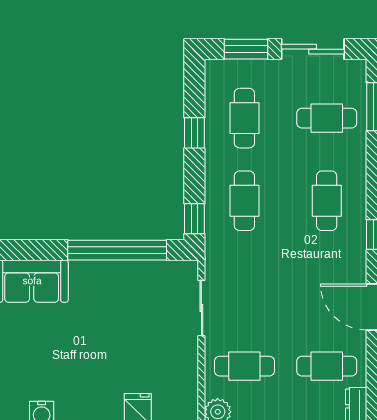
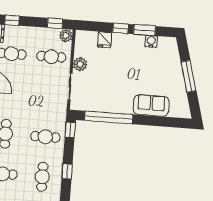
cafe table: (244, 201) -> (45, 137), turned 90
plant: (184, 355) -> (80, 64), added

